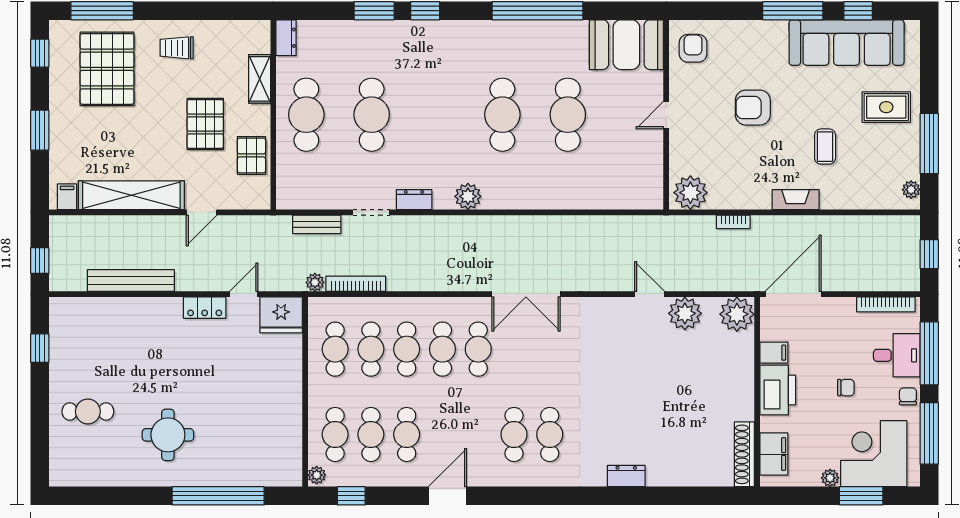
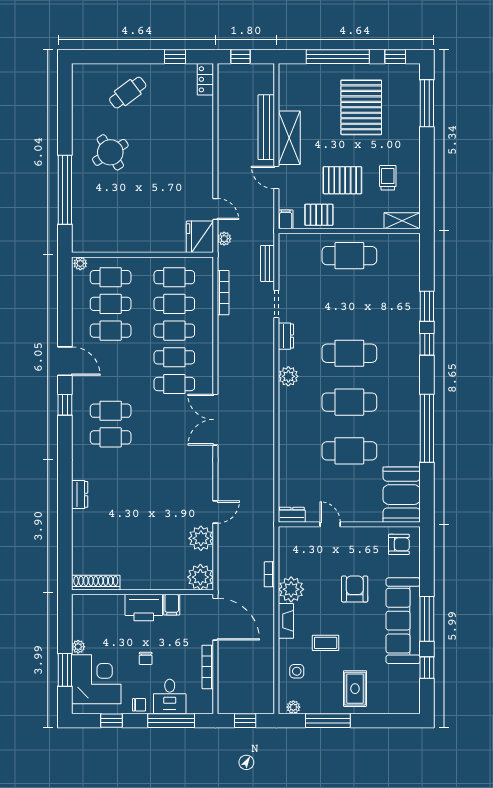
dresser: (286, 38) -> (292, 515), moved, turned 180
sofa: (847, 43) -> (403, 621), moved
trolley: (177, 48) -> (388, 178), moved
pallet: (107, 69) -> (361, 107), moved, turned 90
shelving: (260, 79) -> (402, 221), moved
cafe table: (372, 115) -> (349, 353), moved
door: (666, 115) -> (330, 524), moved
window: (40, 130) -> (338, 57), width x2.11
side table: (863, 185) -> (297, 671), added
plant: (690, 193) -> (291, 589), moved
shelving: (131, 195) -> (289, 138), width x0.68
filing cabinet: (67, 197) -> (286, 219), moved, turned -90
bench: (131, 281) -> (266, 127), moved
plant: (315, 282) -> (224, 239), moved
bookcase: (886, 304) -> (208, 667), moved
locker: (205, 308) -> (205, 79), moved
cafe table: (88, 411) -> (128, 93), turned 53
window: (929, 433) -> (111, 721), width x0.46
round table: (168, 435) -> (110, 152), turned -32
filing cabinet: (774, 454) -> (96, 605), removed
window: (351, 496) -> (65, 405), moved

